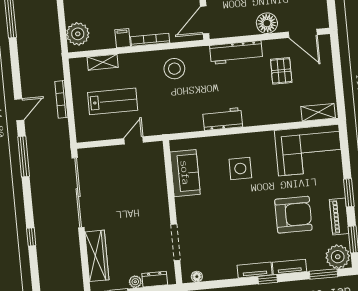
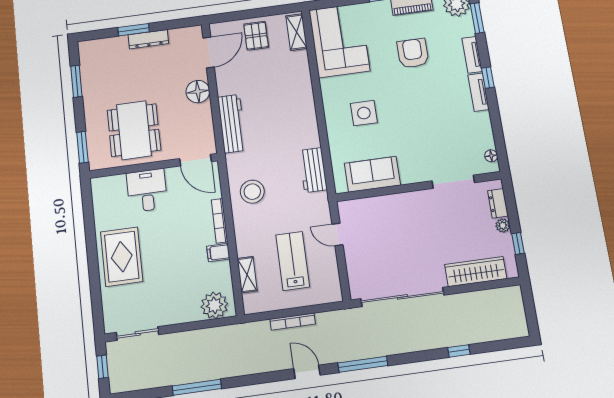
pallet: (281, 71) -> (256, 36), moved, turned 90
workbench: (223, 119) -> (313, 170), moved
armchair: (293, 215) -> (413, 53), width x0.73, depth x0.73

